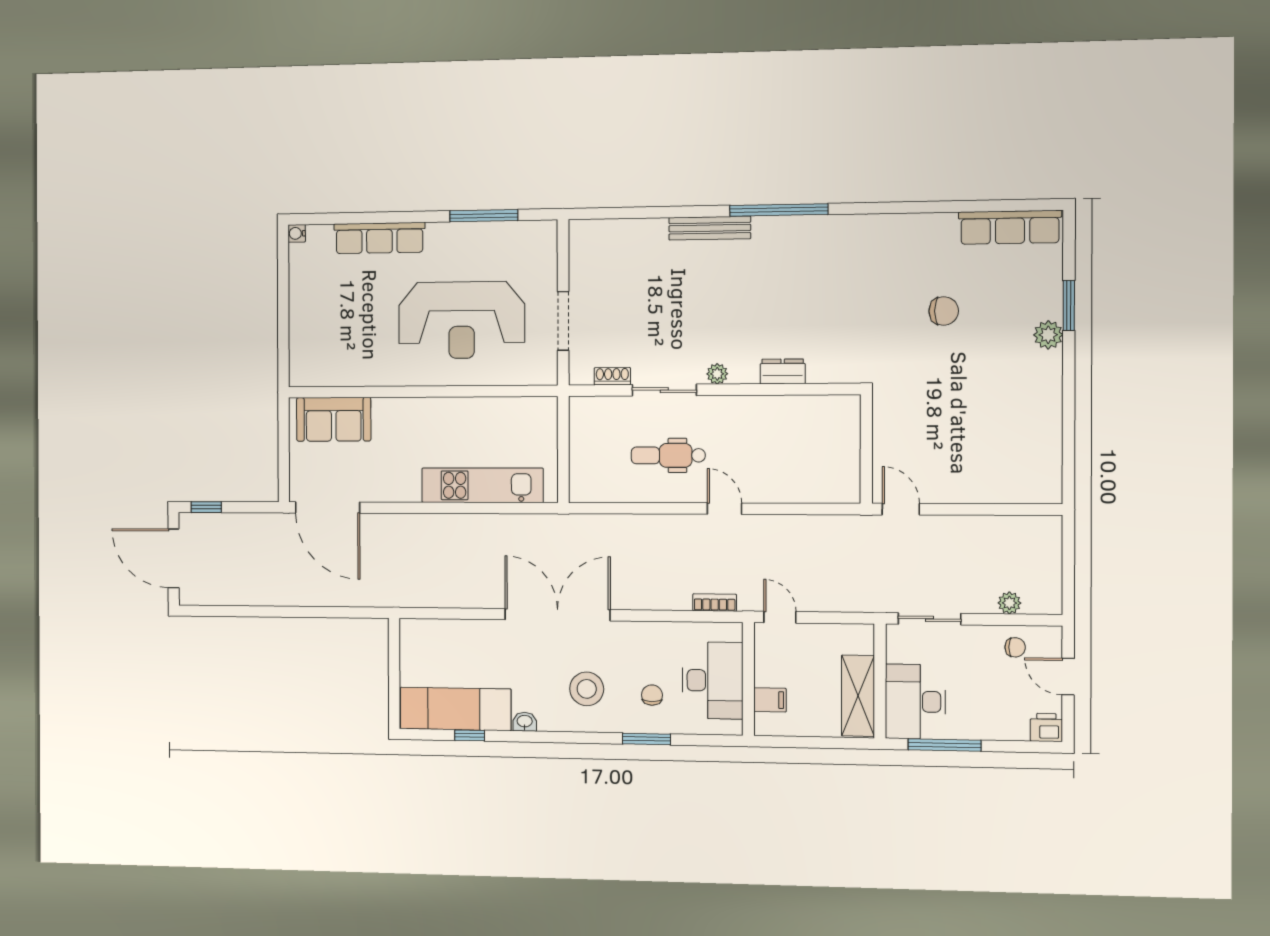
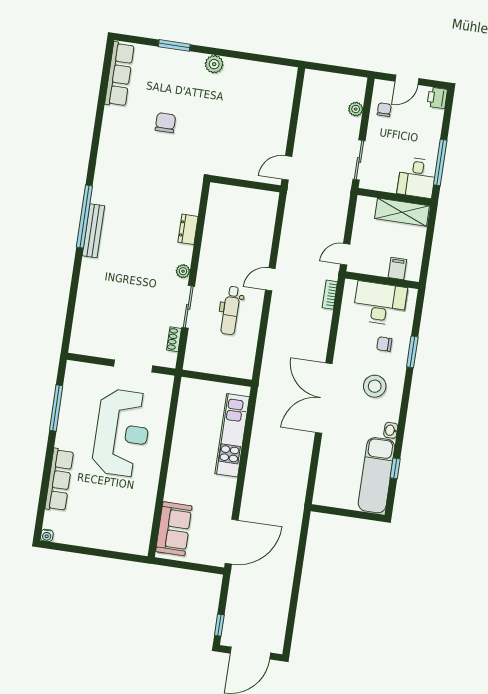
bench: (710, 228) -> (93, 231), moved
plant: (1048, 335) -> (214, 64), moved
desk: (915, 702) -> (417, 178), width x0.73

